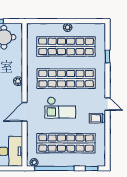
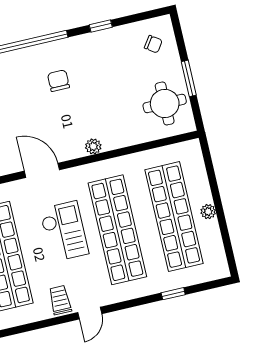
checkout: (60, 108) -> (64, 231), turned 180

